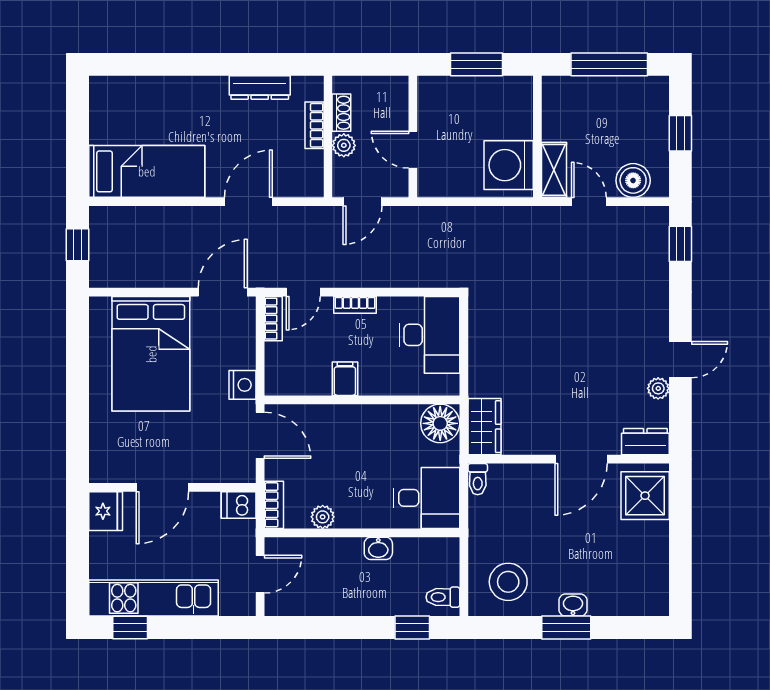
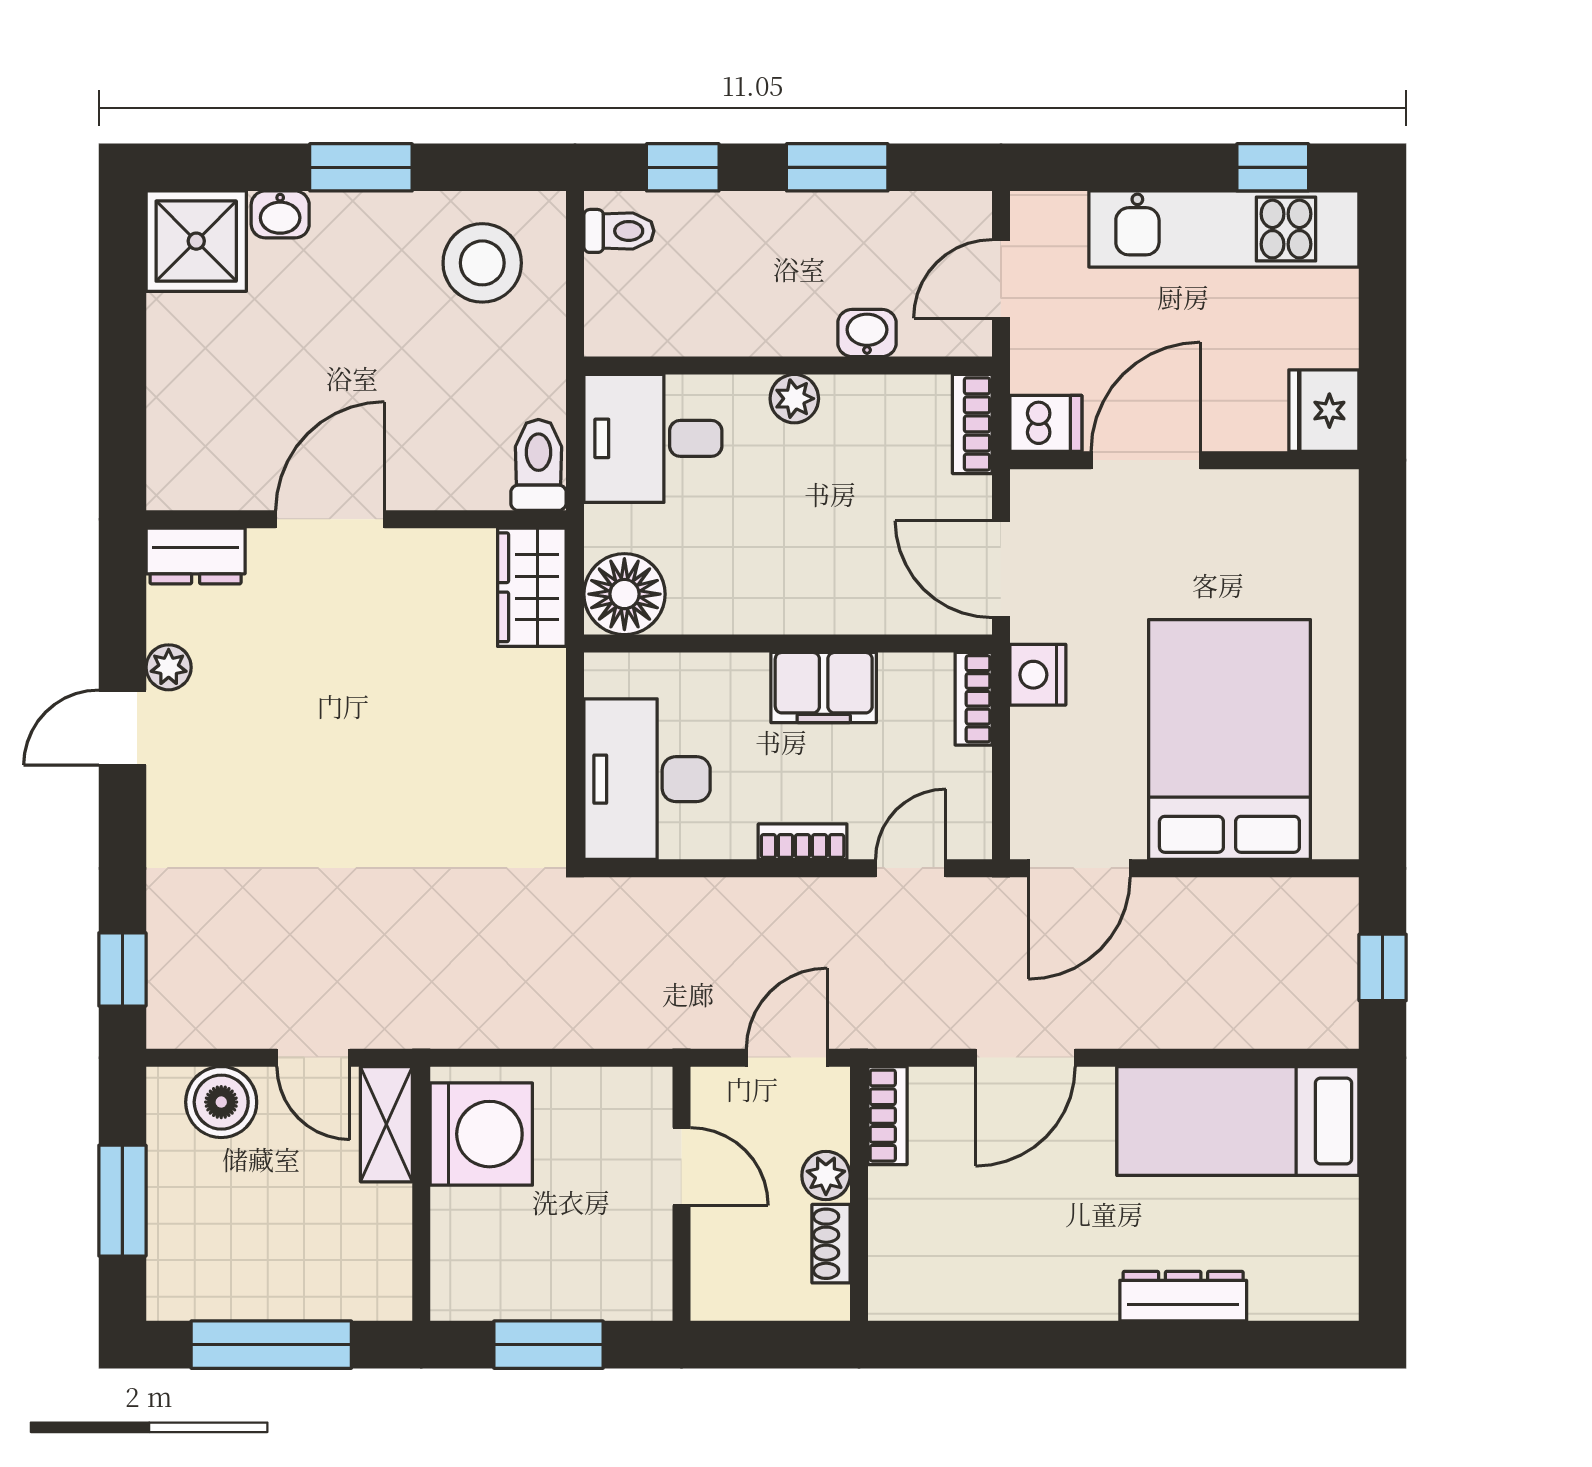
dresser: (260, 88) -> (1183, 1296), moved
bookcase: (314, 125) -> (887, 1116), moved
window: (680, 133) -> (122, 1201), width x1.50
bookcase: (273, 319) -> (974, 699), moved
filing cabinet: (345, 379) -> (824, 688), width x2.00
toilet: (478, 479) -> (538, 465), width x1.37, depth x1.39
door: (162, 487) -> (1146, 460), moved
shower: (645, 496) -> (196, 241), moved
plant: (323, 517) -> (794, 399), moved
washbasin: (378, 548) -> (867, 333), moved
washbasin: (573, 605) -> (280, 214), moved
window: (338, 628) -> (837, 167), added

